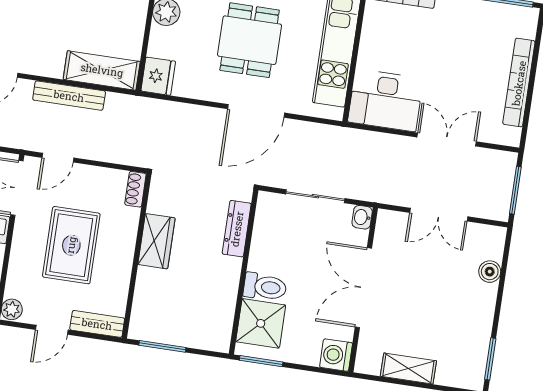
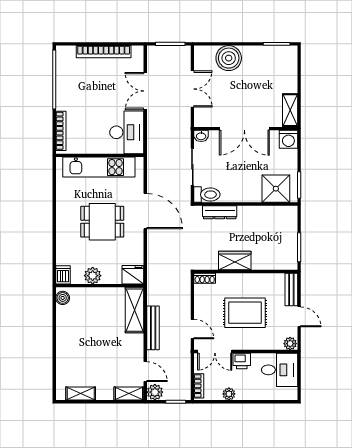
boiler: (490, 272) -> (229, 58), width x1.86, depth x1.86
toilet: (265, 287) -> (207, 195), moved, turned 90
shelving: (408, 369) -> (290, 110), moved

